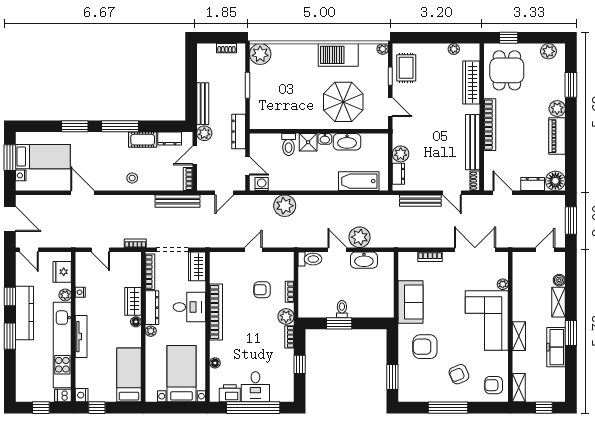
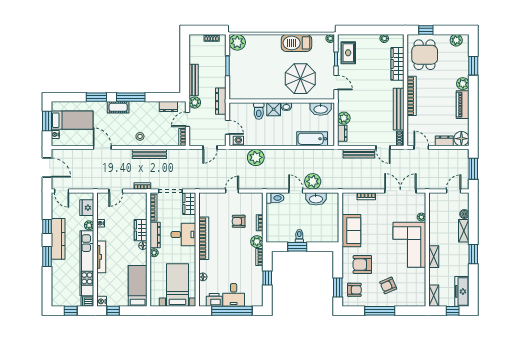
cot: (143, 140) -> (118, 107), moved
washbasin: (347, 142) -> (321, 109), moved
bench: (177, 201) -> (149, 154), moved
door: (100, 250) -> (116, 191), hinge flipped
freezer: (556, 347) -> (462, 291), moved
armchair: (494, 385) -> (354, 290), moved, turned 180

